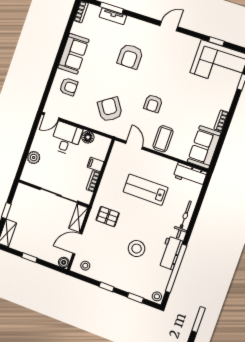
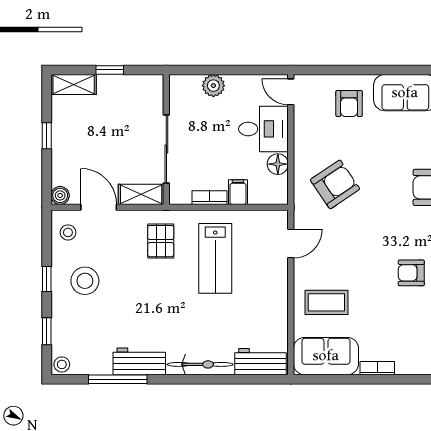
armchair: (153, 104) -> (411, 273), moved
coffee table: (163, 139) -> (326, 302), moved
workbench: (190, 175) -> (260, 362), moved, turned 90
lab bench: (145, 190) -> (215, 258), moved, turned 180
stool: (137, 249) -> (85, 281), moved
window: (176, 268) -> (118, 379), width x0.68

